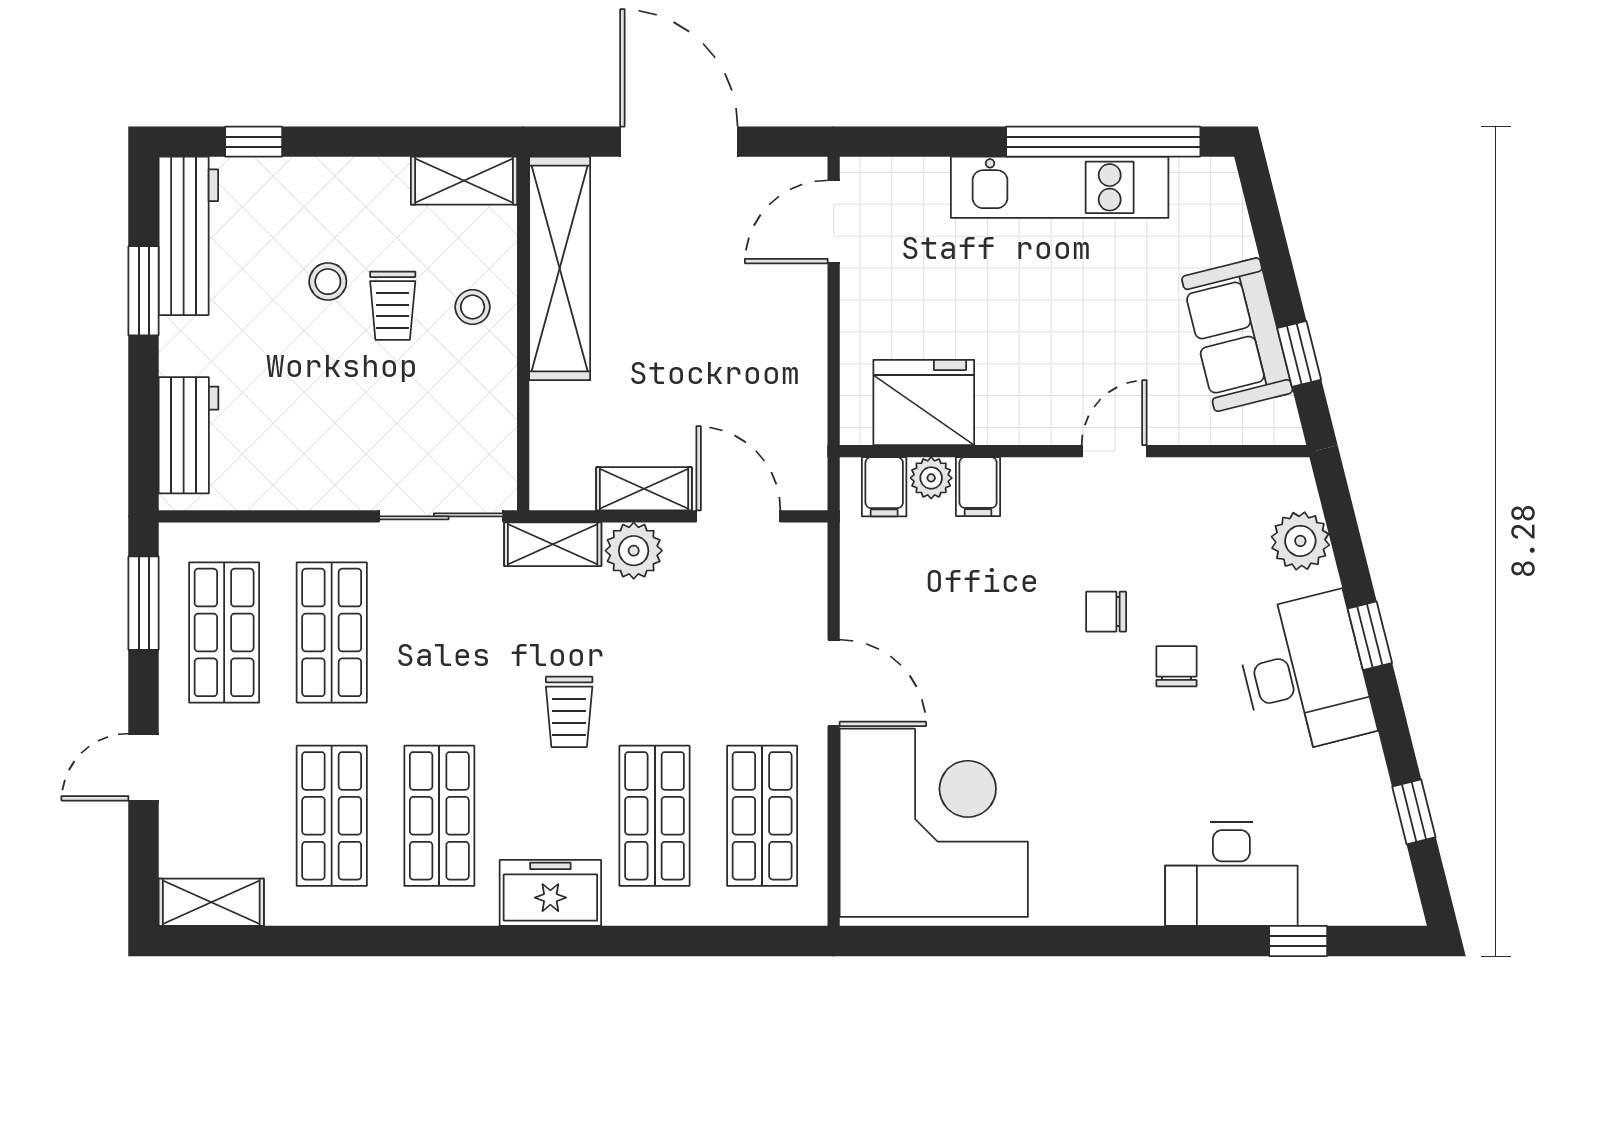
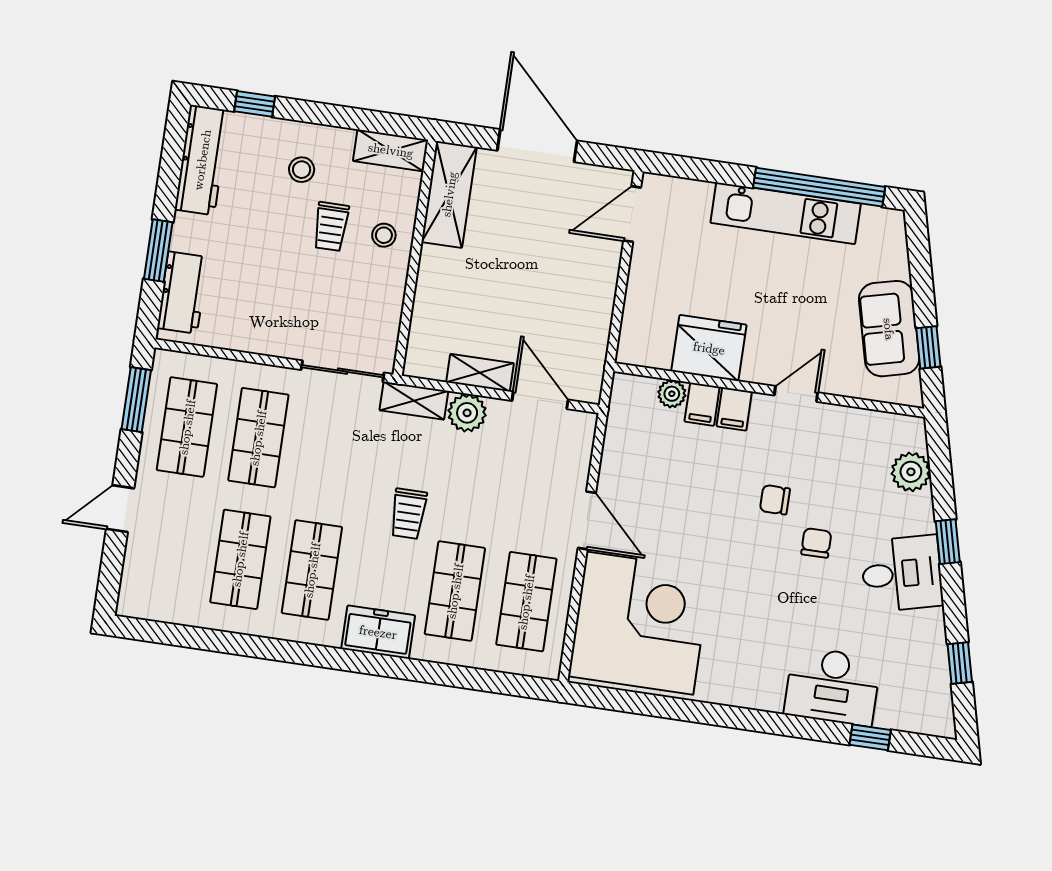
shelving: (560, 268) -> (449, 194), width x0.68
stool: (328, 282) -> (302, 170), moved
window: (144, 291) -> (158, 250), moved
fridge: (924, 402) -> (709, 348), moved
filing cabinet: (884, 487) -> (734, 409), moved
desk: (1304, 673) -> (902, 574), width x0.73
shelving: (211, 902) -> (152, 605), removed

